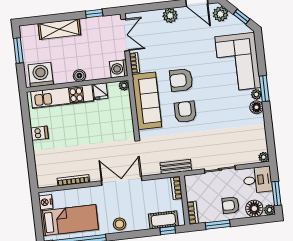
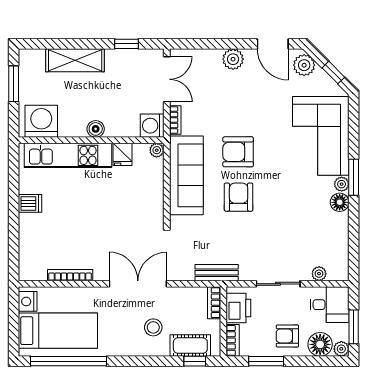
plant: (264, 157) -> (319, 274), moved
printer: (194, 190) -> (238, 308), added
stool: (120, 224) -> (153, 327), moved

